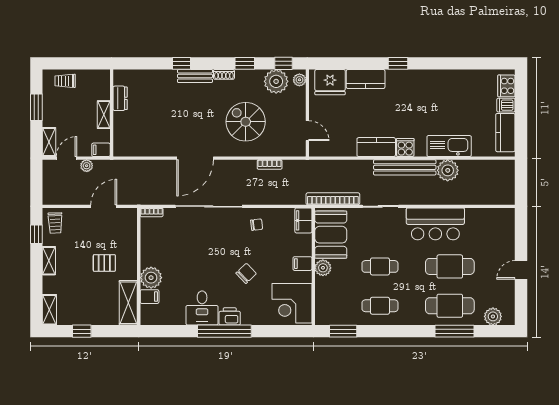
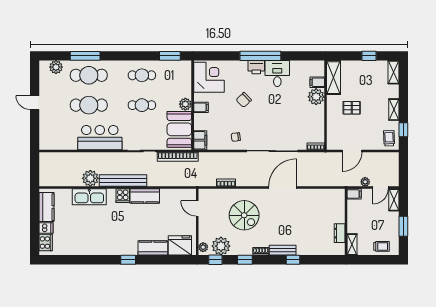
shelving: (104, 115) -> (352, 244), moved
door: (521, 270) -> (35, 103), swing flipped

